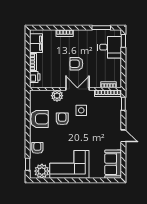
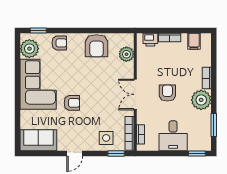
plant: (82, 37) -> (201, 100), added
filing cabinet: (36, 43) -> (194, 41), width x0.50
desk: (110, 47) -> (173, 136), moved
double door: (77, 89) -> (135, 94), swing flipped
plant: (57, 96) -> (126, 54), moved
side table: (81, 110) -> (106, 138), moved
armchair: (62, 119) -> (72, 103), moved

